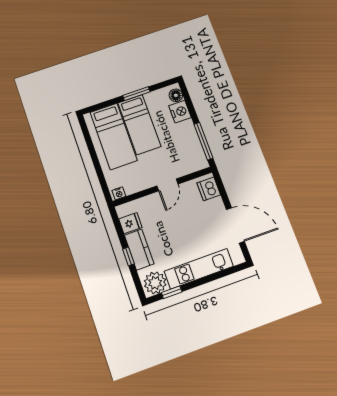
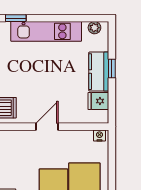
plant: (155, 283) -> (94, 28), width x0.53, depth x0.53
window: (172, 292) -> (16, 18), moved

